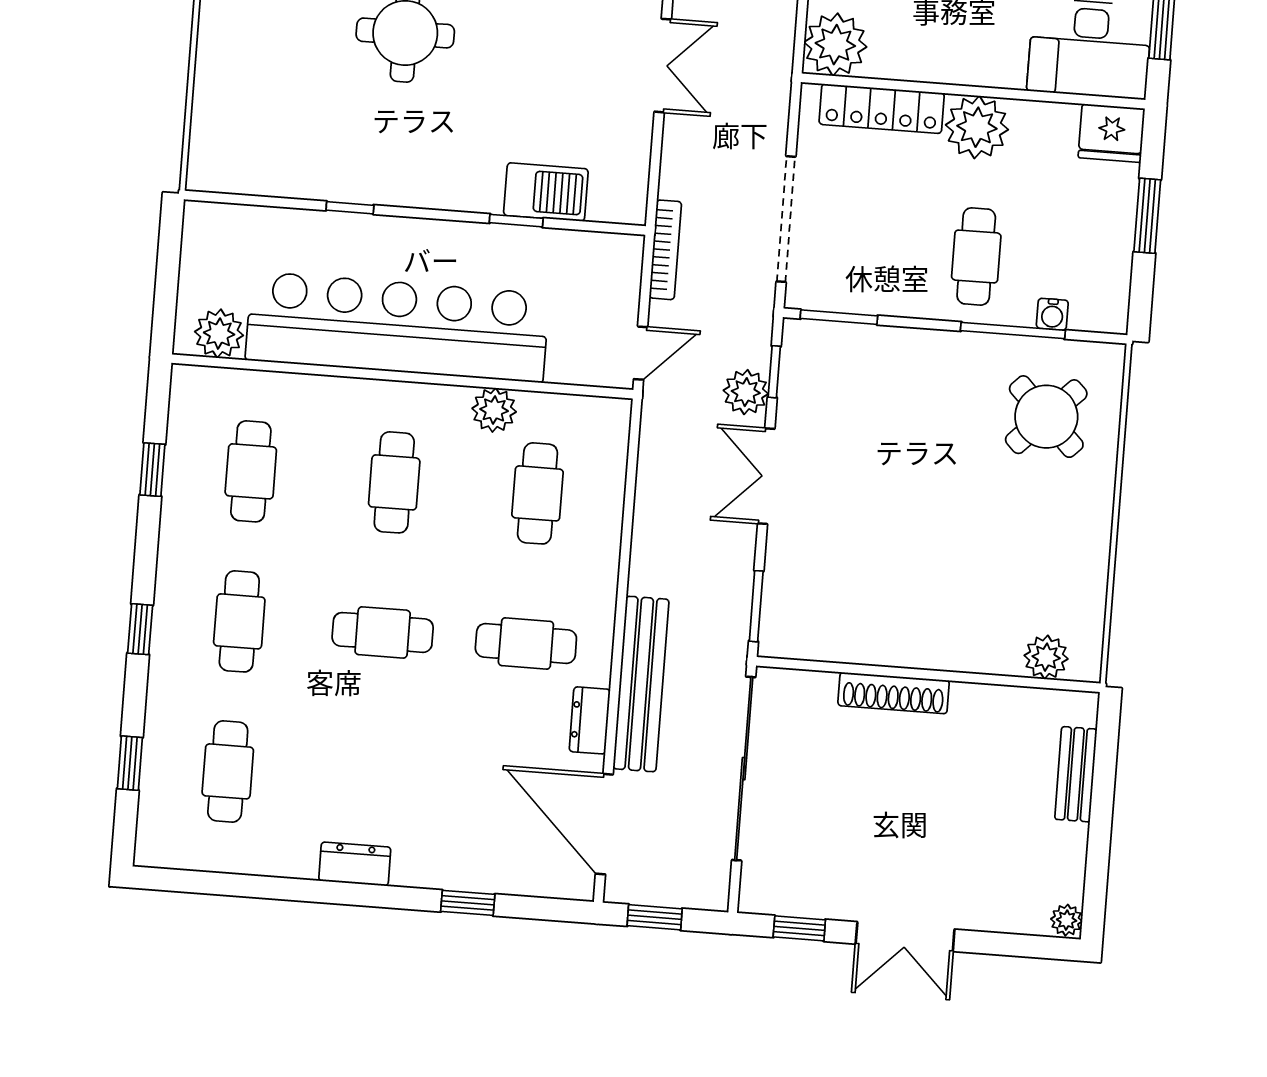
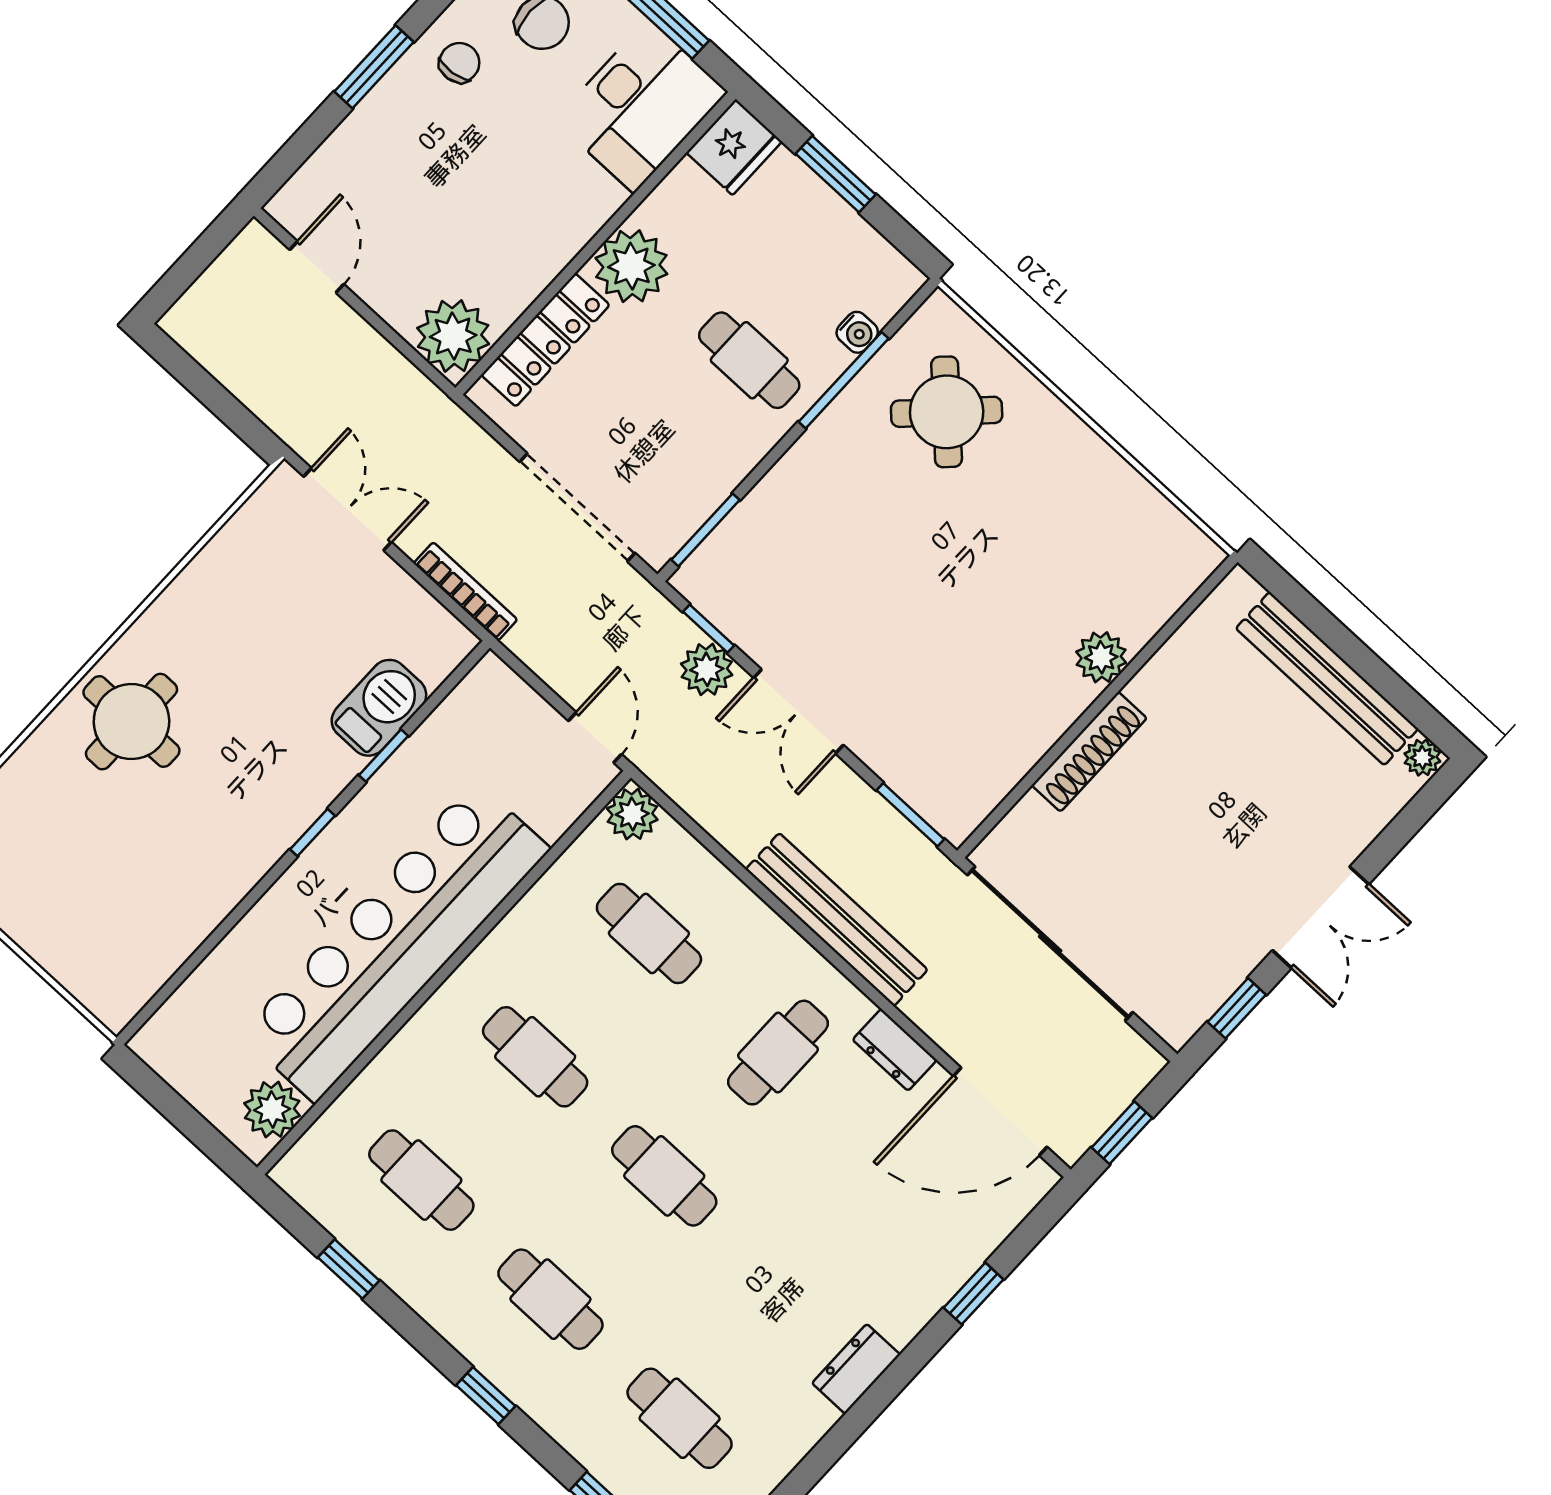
window: (350, 208) -> (313, 833), moved
bookcase: (665, 250) -> (465, 591), moved
plant: (494, 410) -> (632, 814), moved
cafe table: (383, 632) -> (664, 1176), turned 90
plant: (1046, 657) -> (1101, 657), moved
bench: (641, 684) -> (837, 920), moved
bench: (1076, 774) -> (1327, 679), width x1.86, depth x1.21

